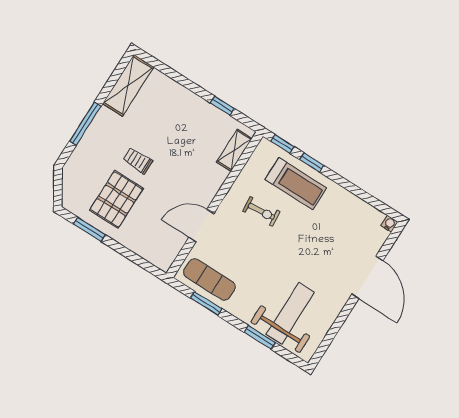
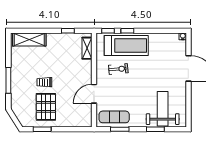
shelving: (128, 85) -> (29, 39), moved, turned 90
treadmill: (296, 184) -> (126, 45), width x1.37, depth x1.38

